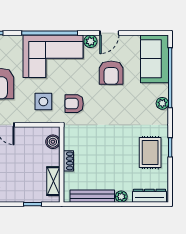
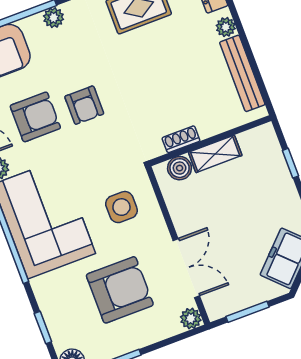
armchair: (74, 104) -> (84, 105), moved
shoe rack: (68, 161) -> (181, 139), moved
shelving: (53, 181) -> (215, 154), moved

